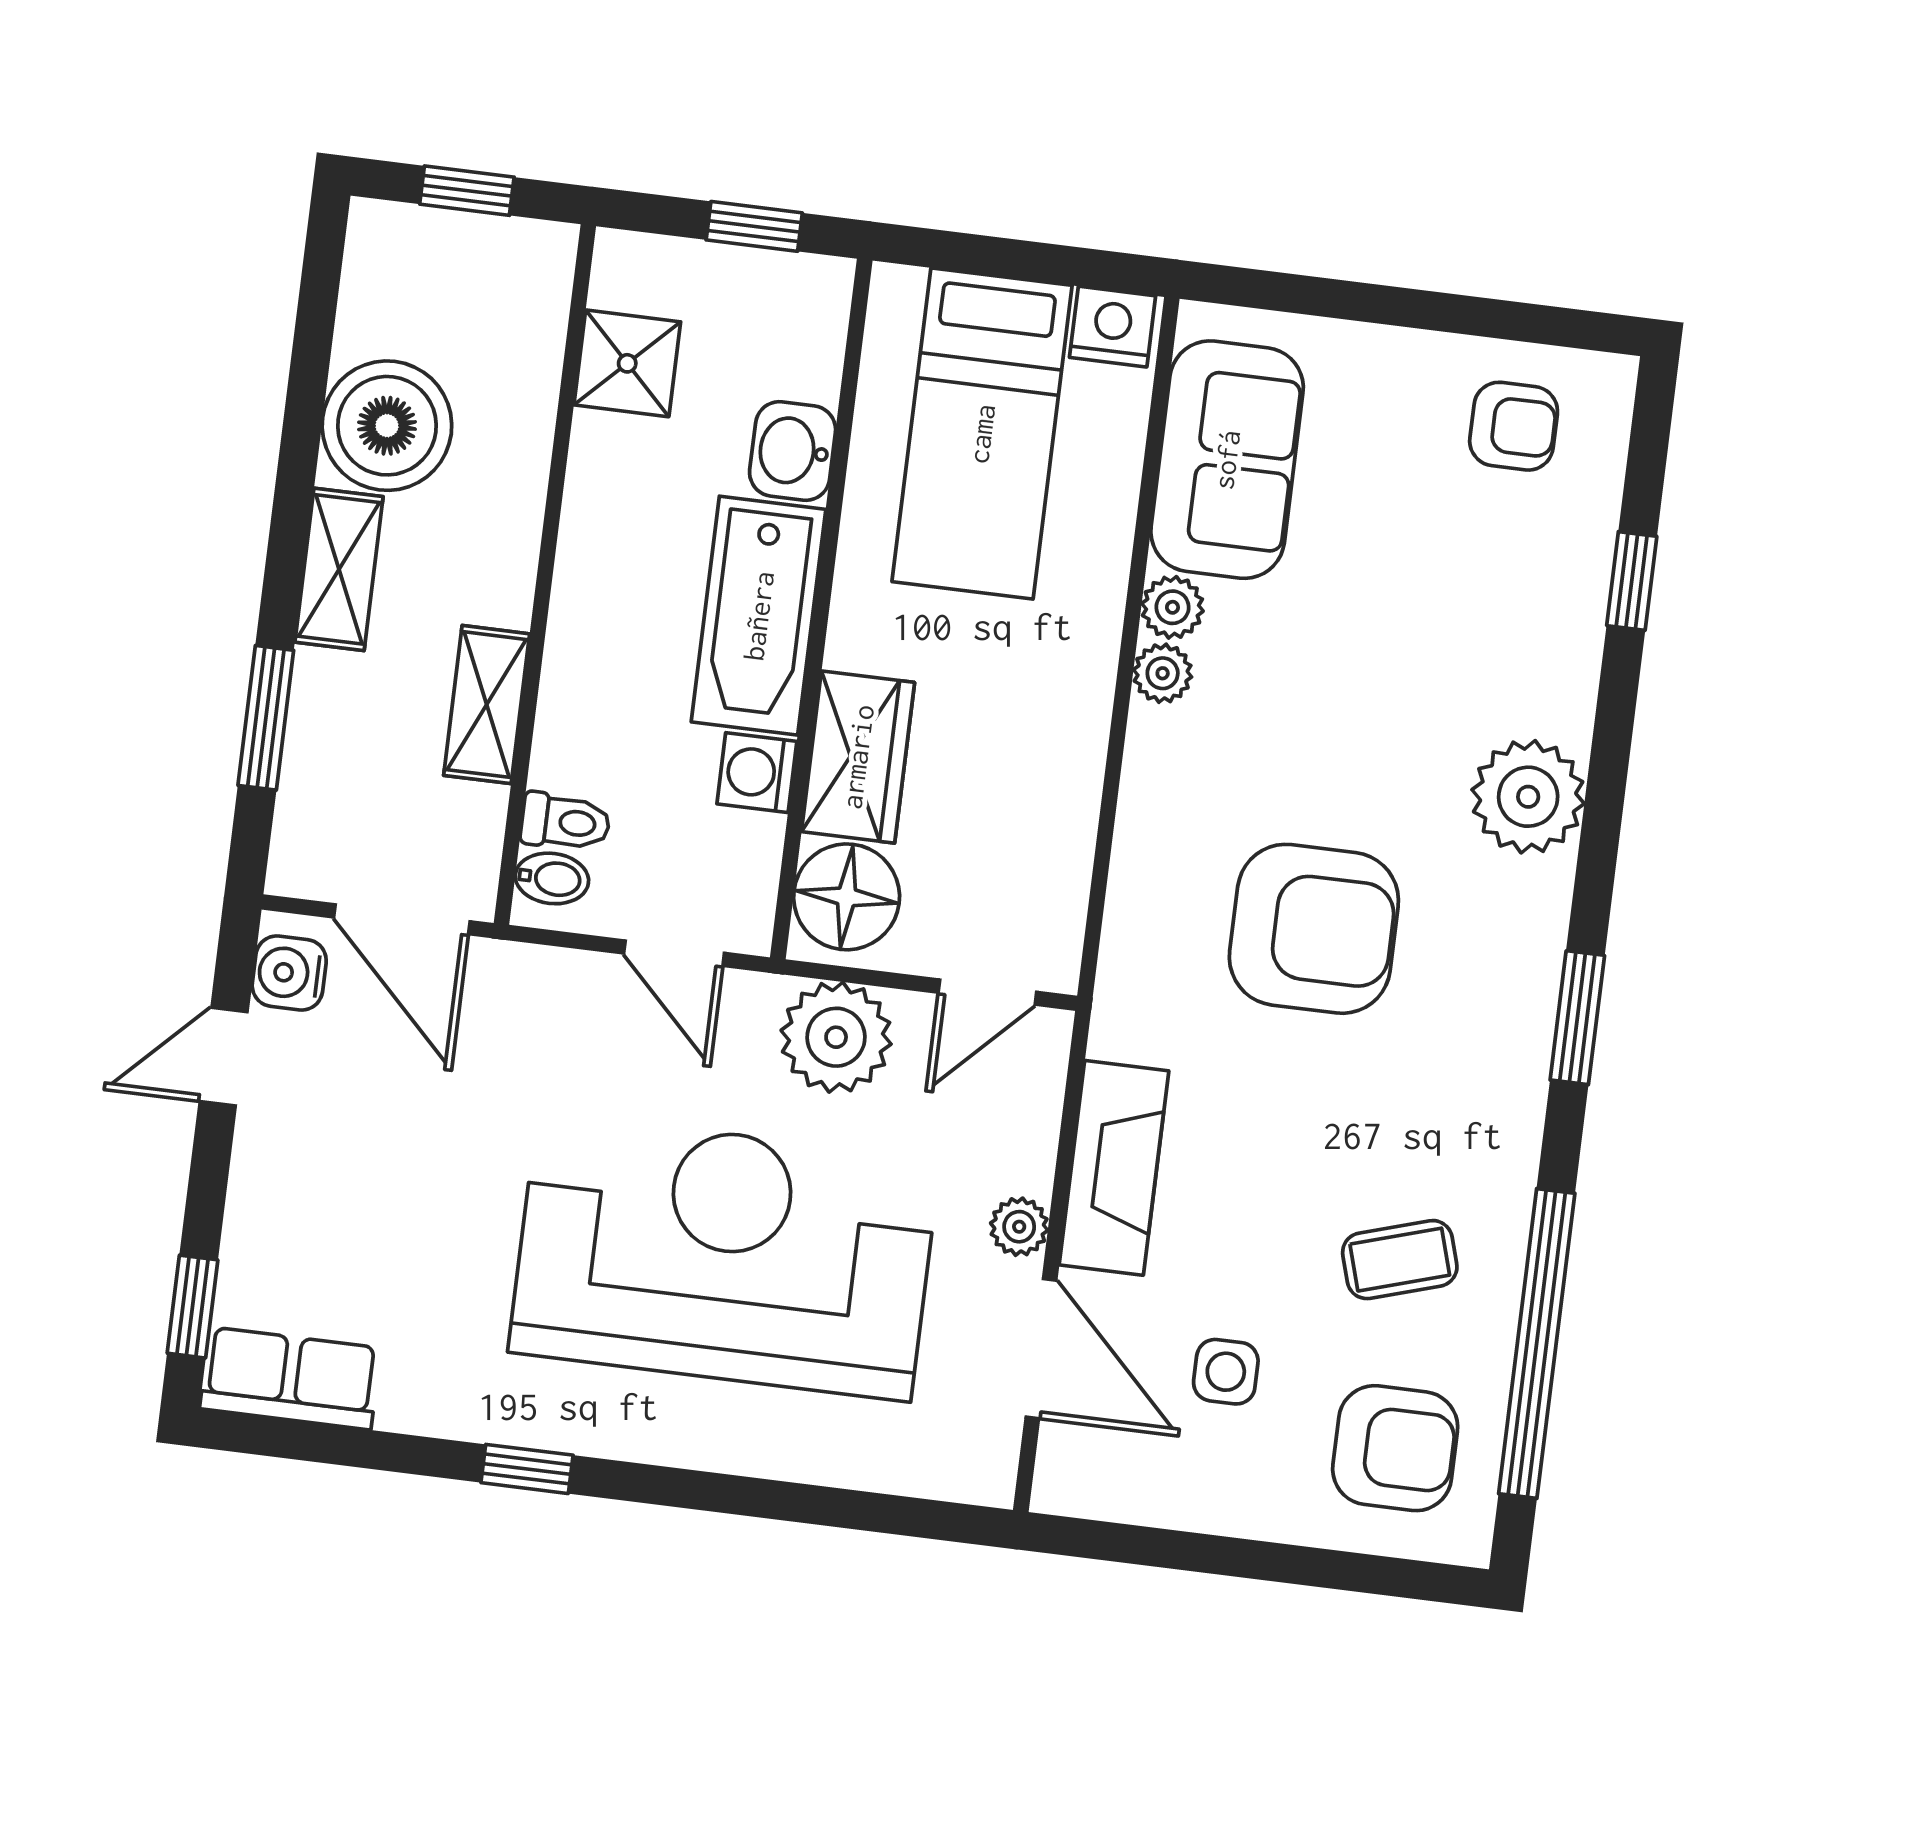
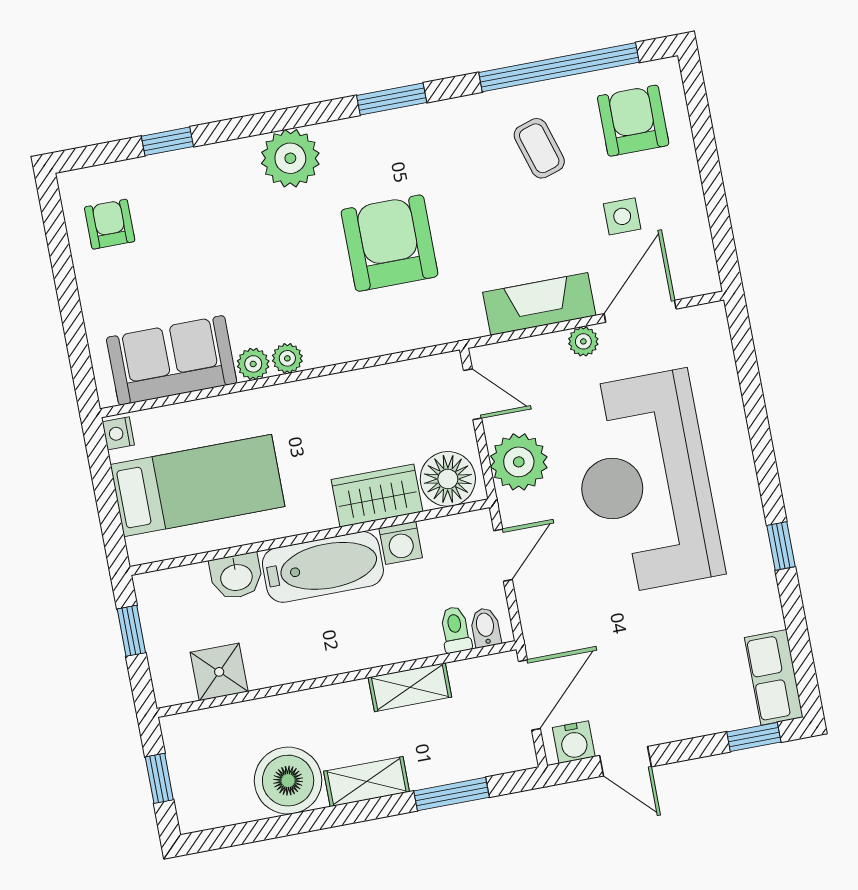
nightstand: (1113, 327) -> (118, 433), width x0.72, depth x0.74

